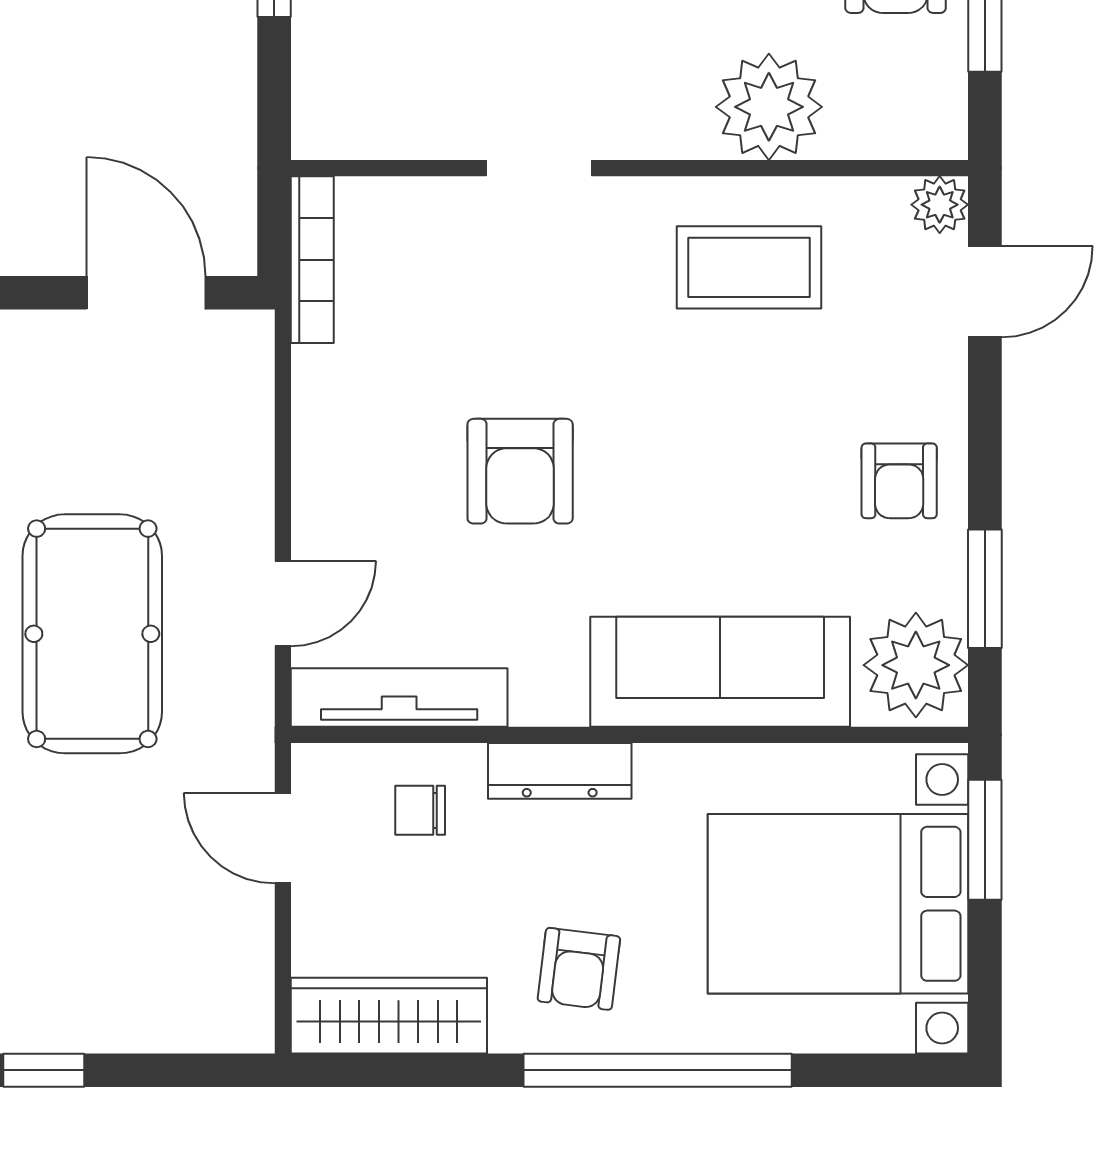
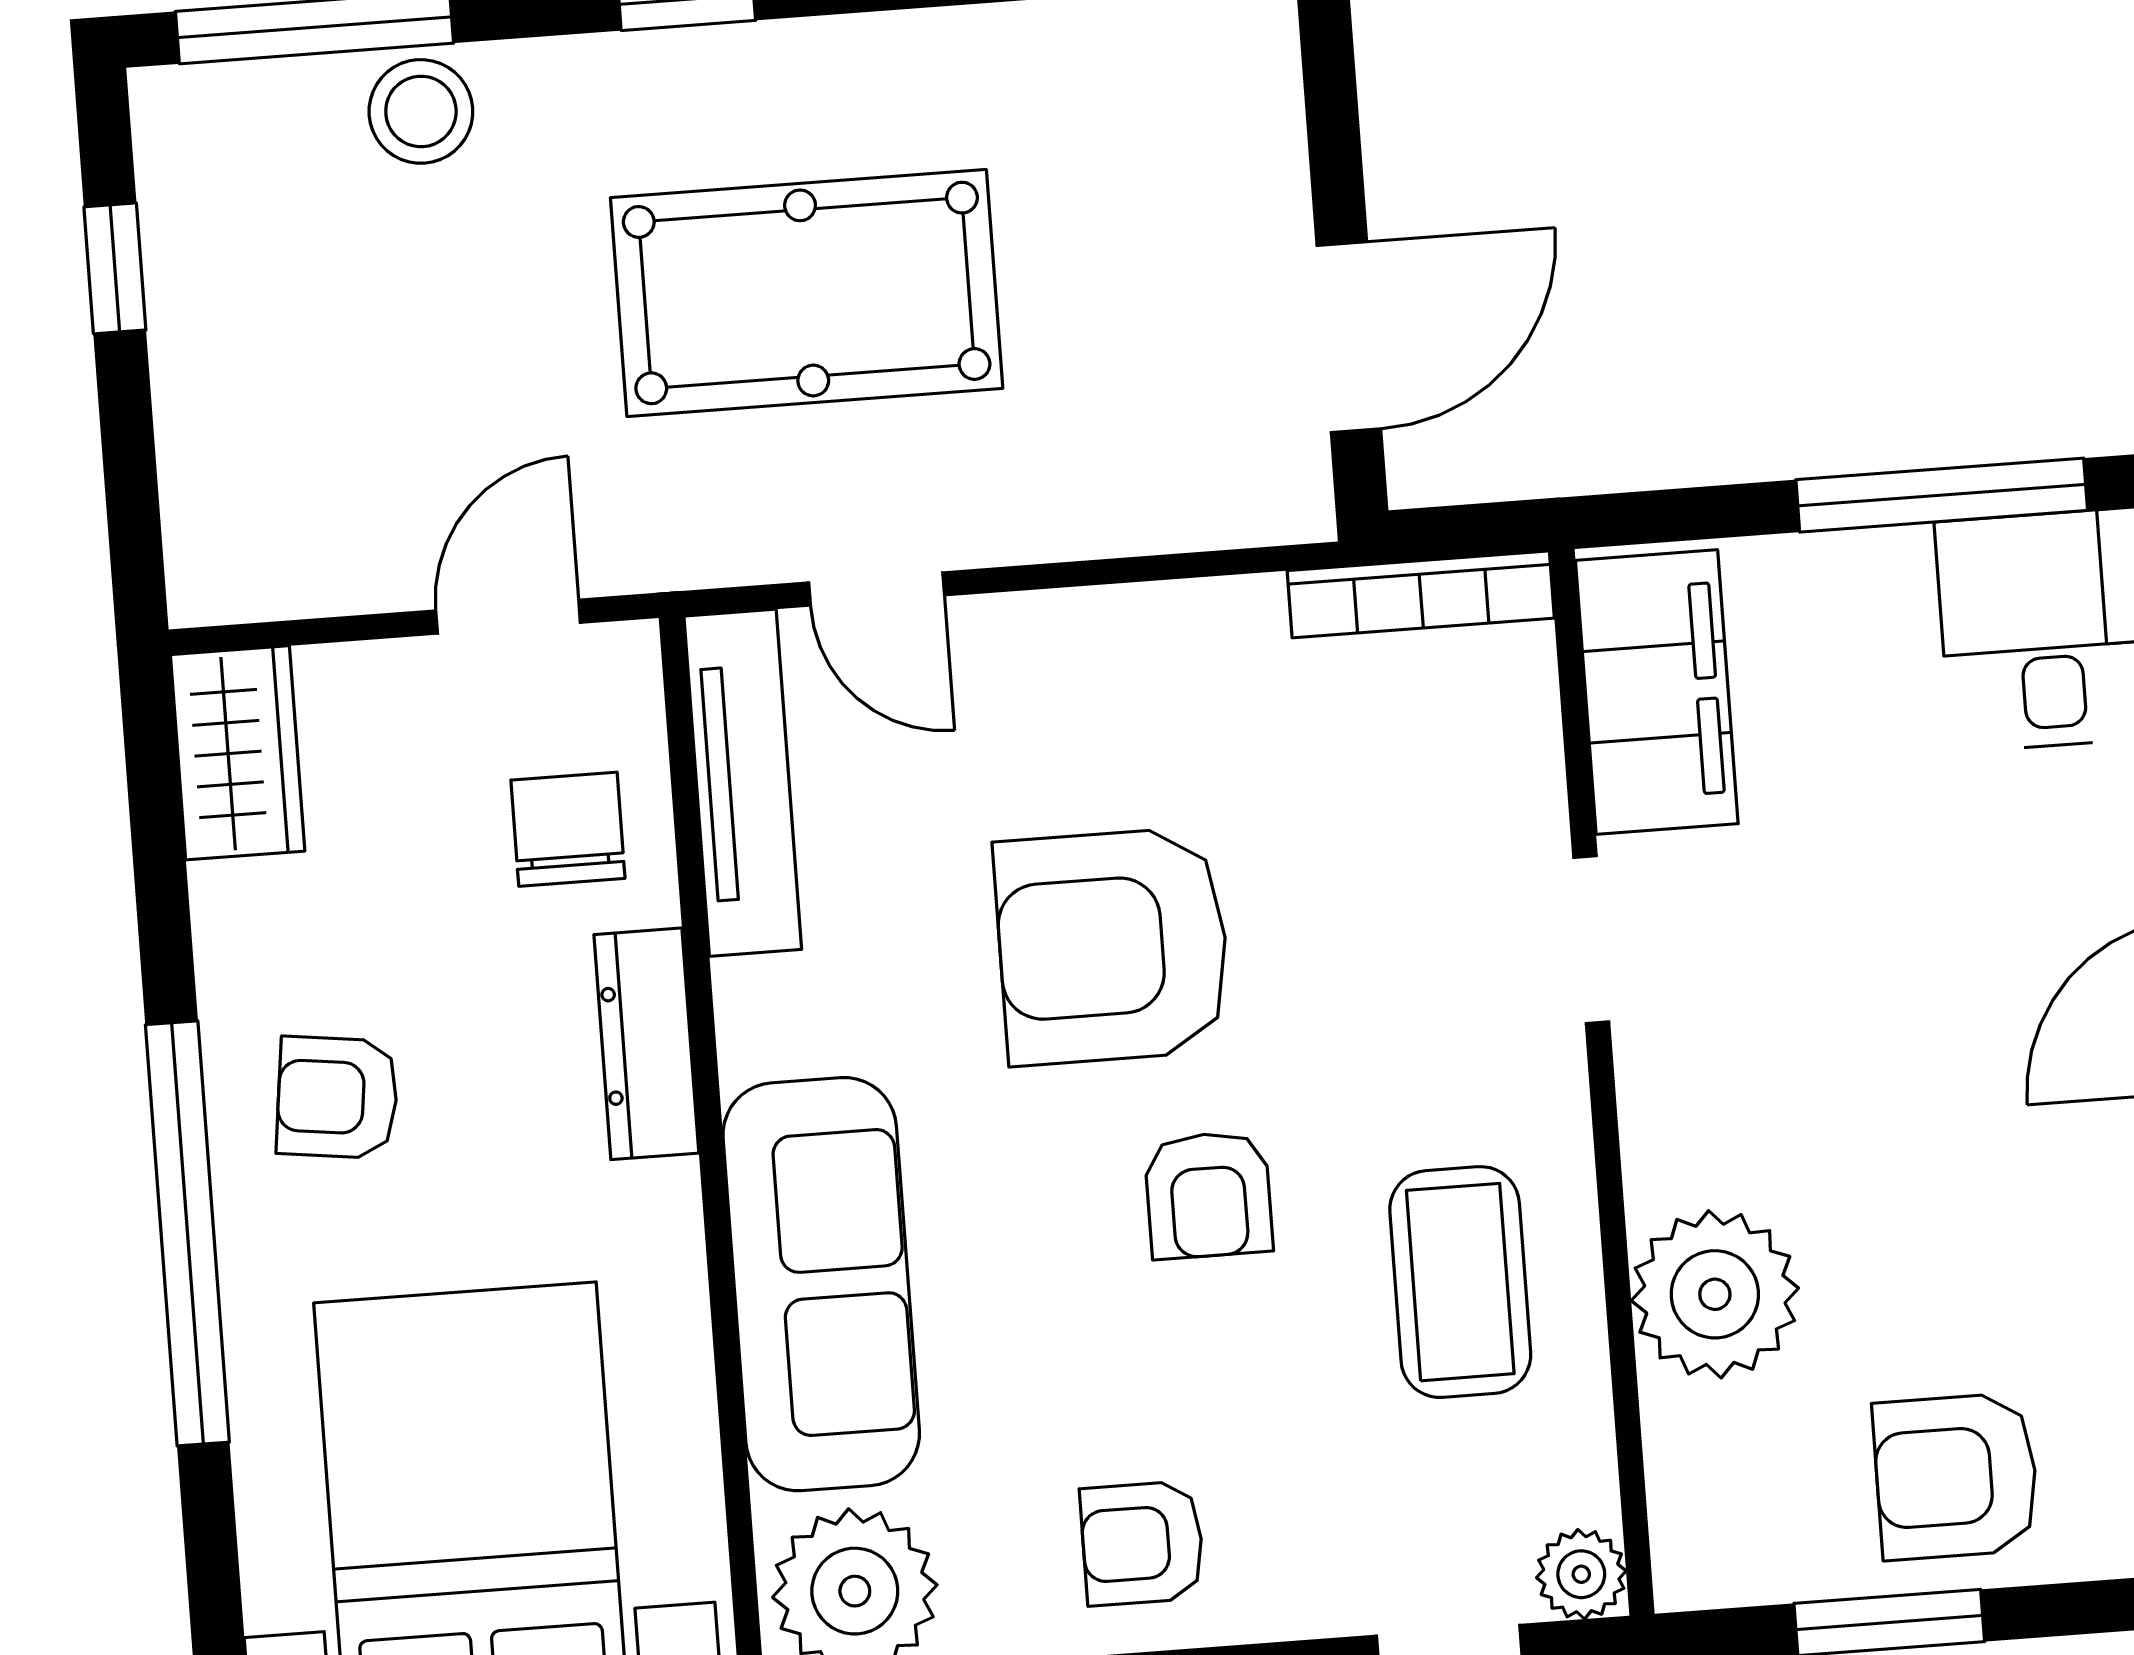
filing cabinet: (385, 115) -> (1657, 692), added
armchair: (682, 422) -> (1209, 1195), added
armchair: (520, 471) -> (1113, 946), width x1.36, depth x1.36
chair: (420, 810) -> (568, 829), width x1.37, depth x1.37
wardrobe: (389, 1016) -> (238, 753), width x0.67

